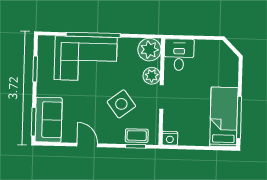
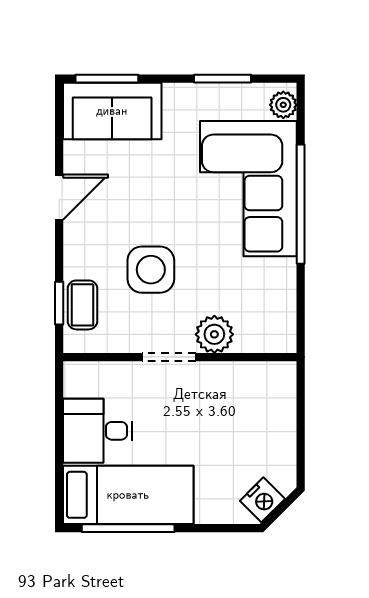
plant: (149, 50) -> (283, 105), moved, width x0.53, depth x0.53
desk: (179, 55) -> (98, 431), moved, turned 180
side table: (121, 104) -> (151, 270), turned 37
nightstand: (170, 138) -> (262, 500), moved, turned -135

